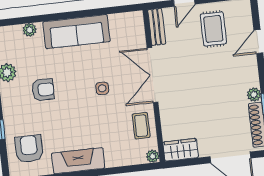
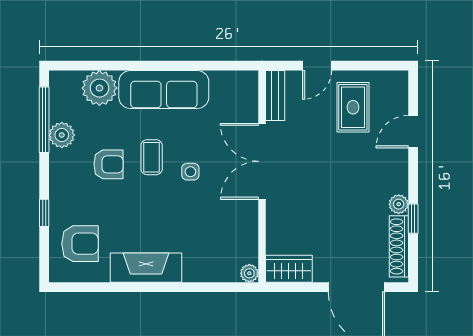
plant: (30, 30) -> (99, 88), width x1.87, depth x1.87
coffee table: (141, 126) -> (152, 157), moved
armchair: (29, 149) -> (80, 244), turned 90

